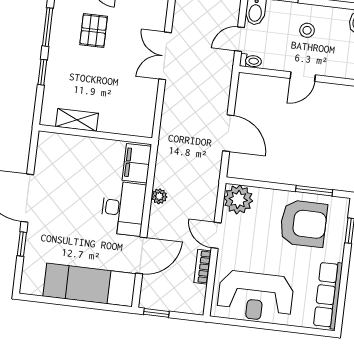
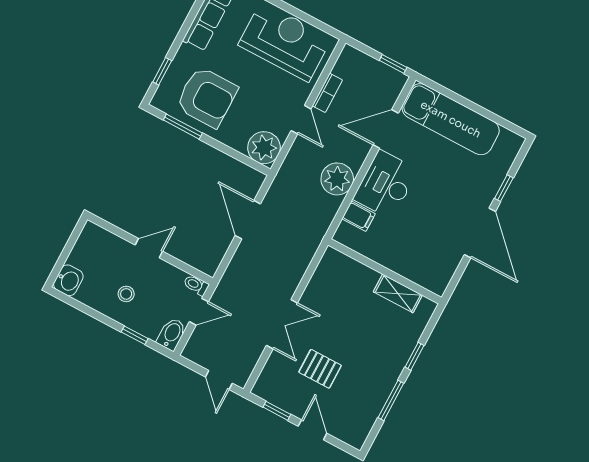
pallet: (94, 31) -> (320, 369), moved, turned 90
filing cabinet: (137, 163) -> (359, 216), width x0.50
plant: (159, 196) -> (337, 179), width x1.88, depth x1.88
armchair: (303, 224) -> (207, 97), turned 180

